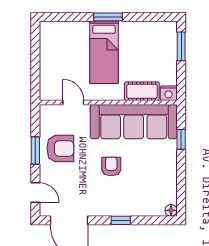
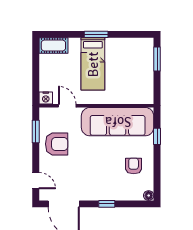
cot: (142, 91) -> (53, 46), moved
nightstand: (169, 93) -> (46, 98), moved
window: (35, 151) -> (36, 131), moved
armchair: (111, 166) -> (134, 166), moved

